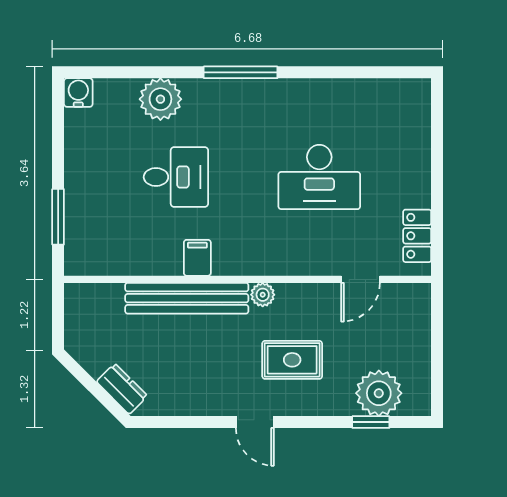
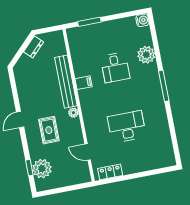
desk: (319, 177) -> (127, 127), turned 90
dresser: (122, 389) -> (33, 47), moved

